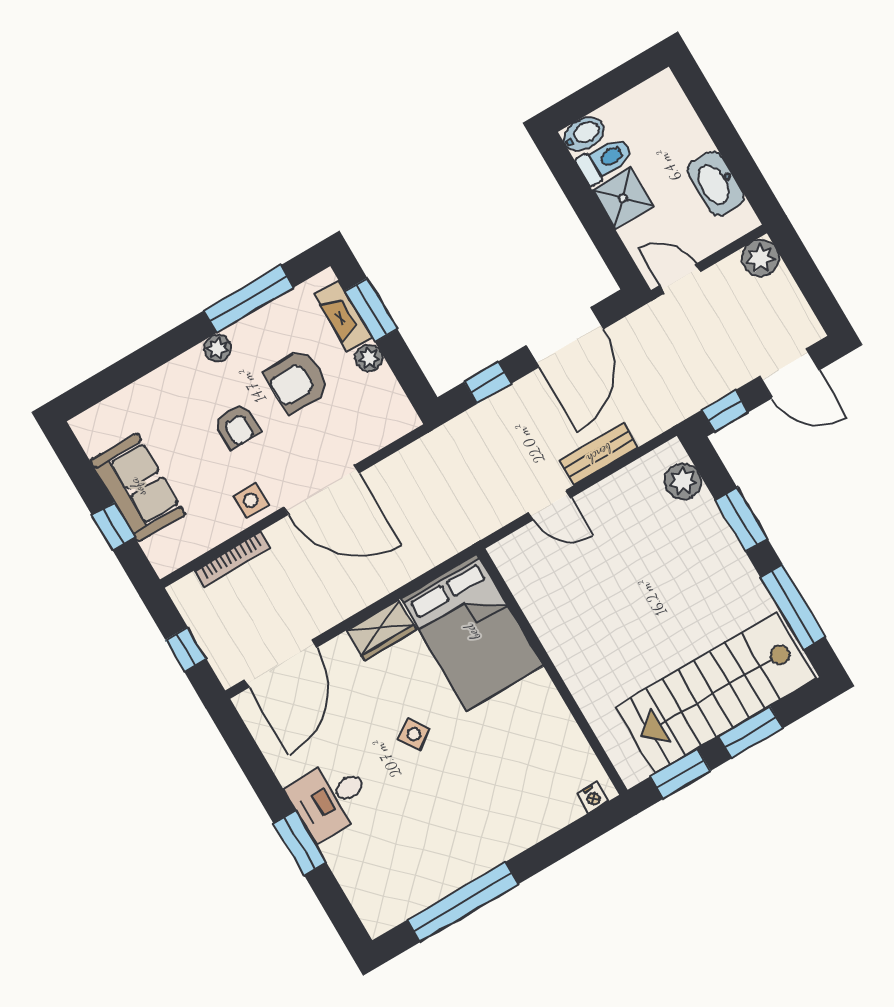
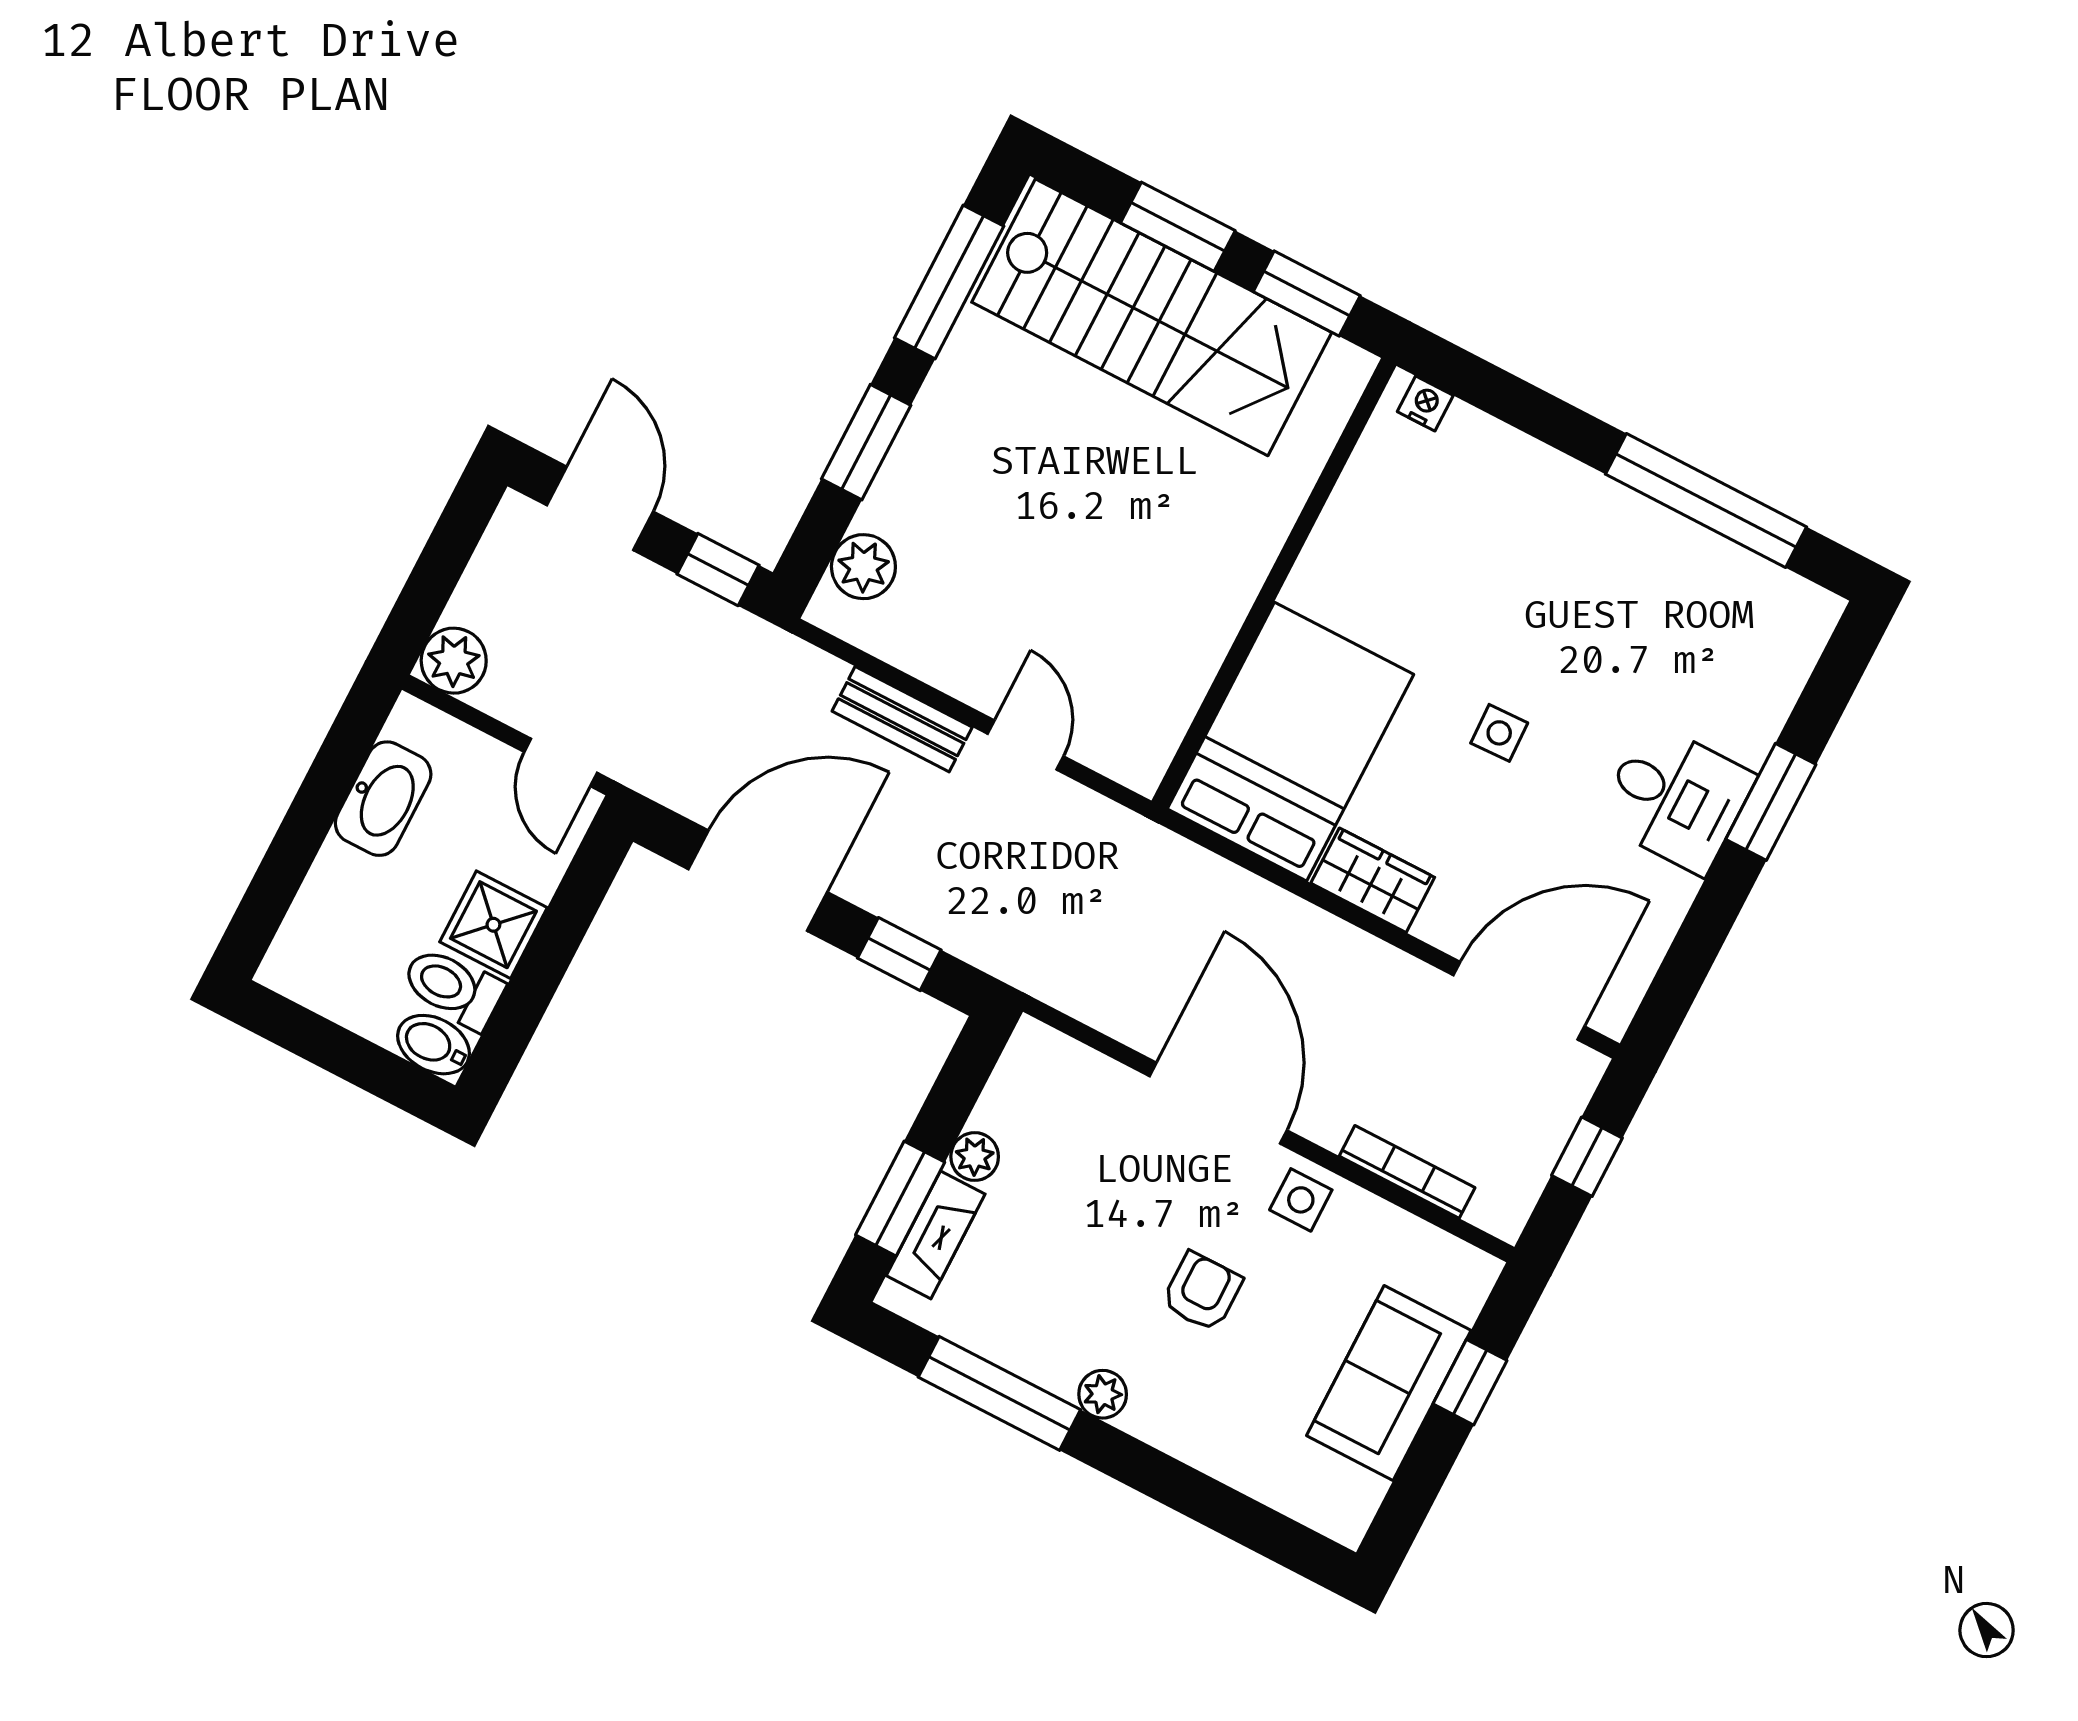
armchair: (297, 381) -> (1077, 1242), removed
side table: (414, 734) -> (1499, 733), turned 33

